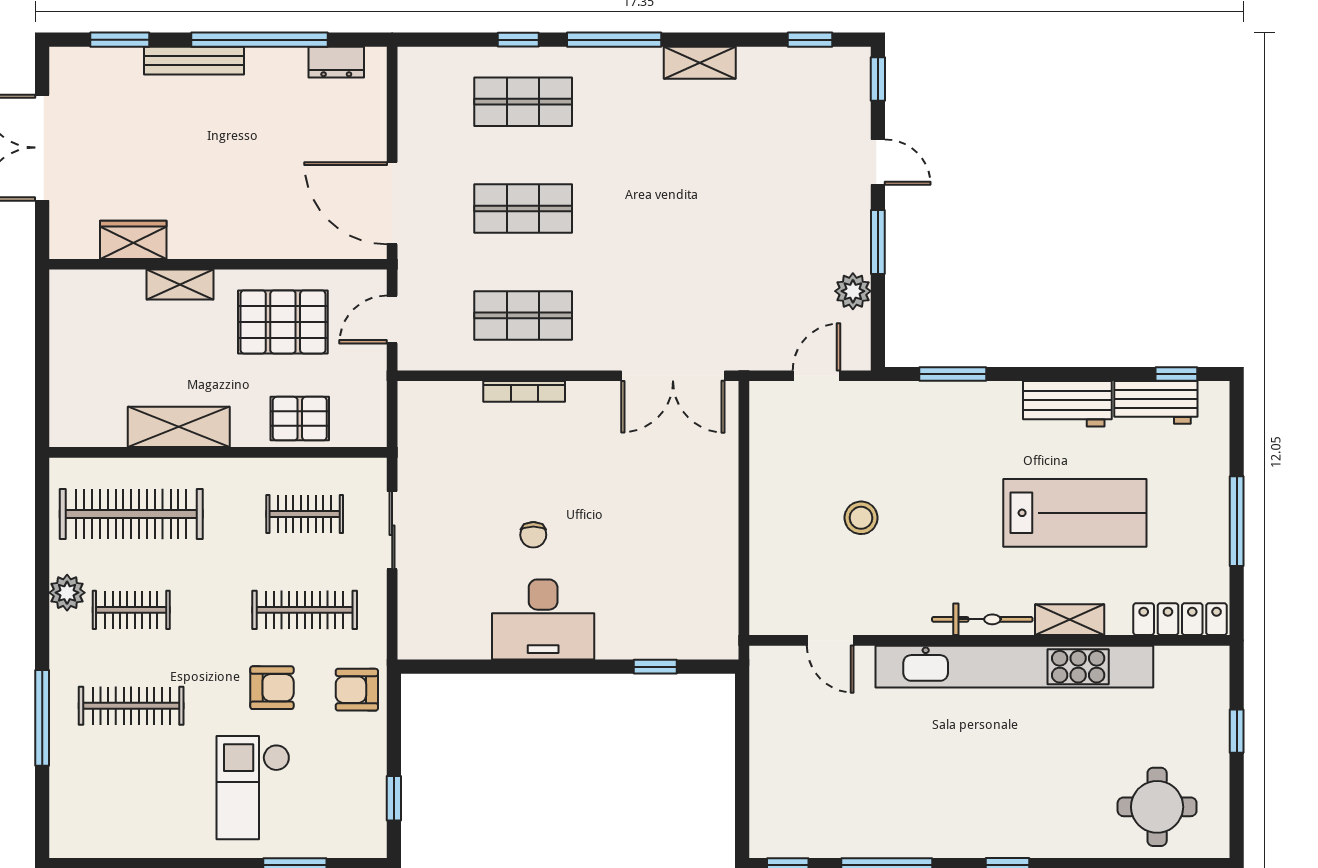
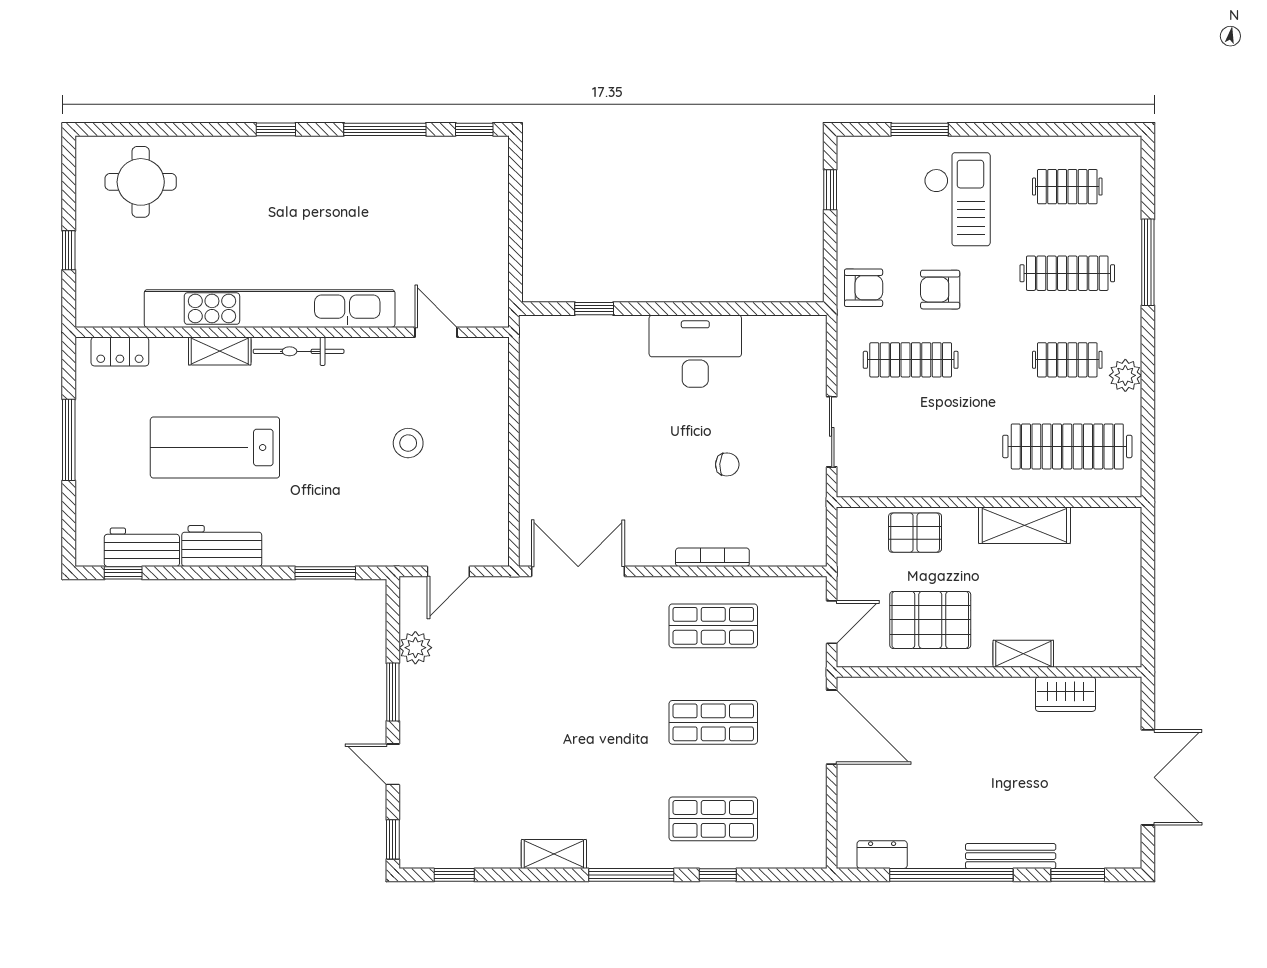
clothes rail: (305, 514) -> (1067, 187), moved
chair: (533, 535) -> (727, 464), moved, turned 93
locker: (1180, 619) -> (120, 351), width x0.66

